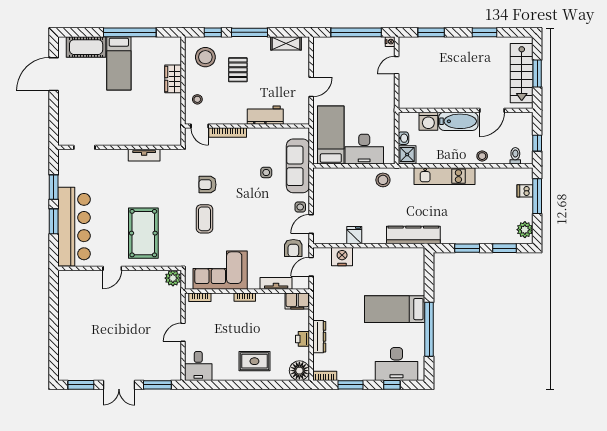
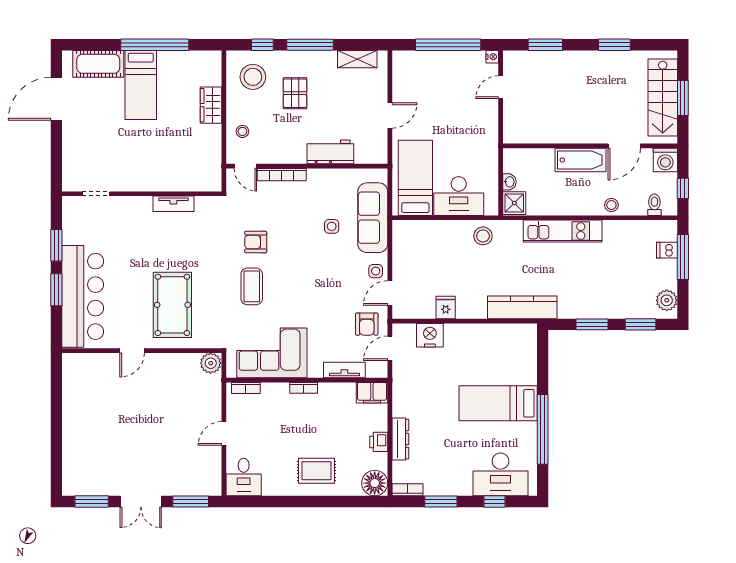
washing machine: (428, 121) -> (665, 160), moved

